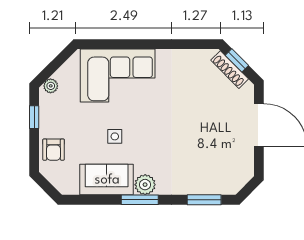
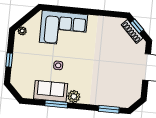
window: (34, 117) -> (9, 60), moved
armchair: (54, 150) -> (20, 70), removed
window: (140, 200) -> (56, 104), moved

